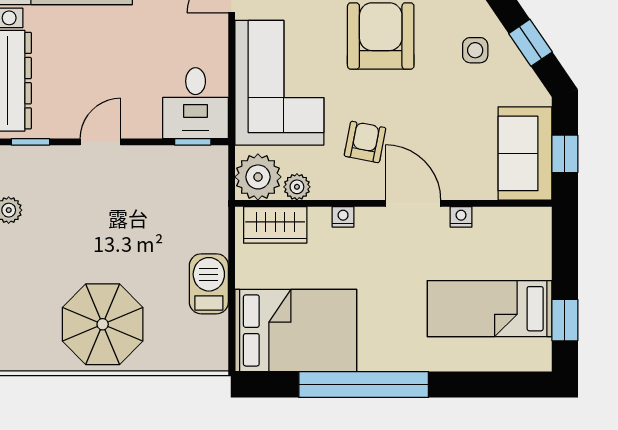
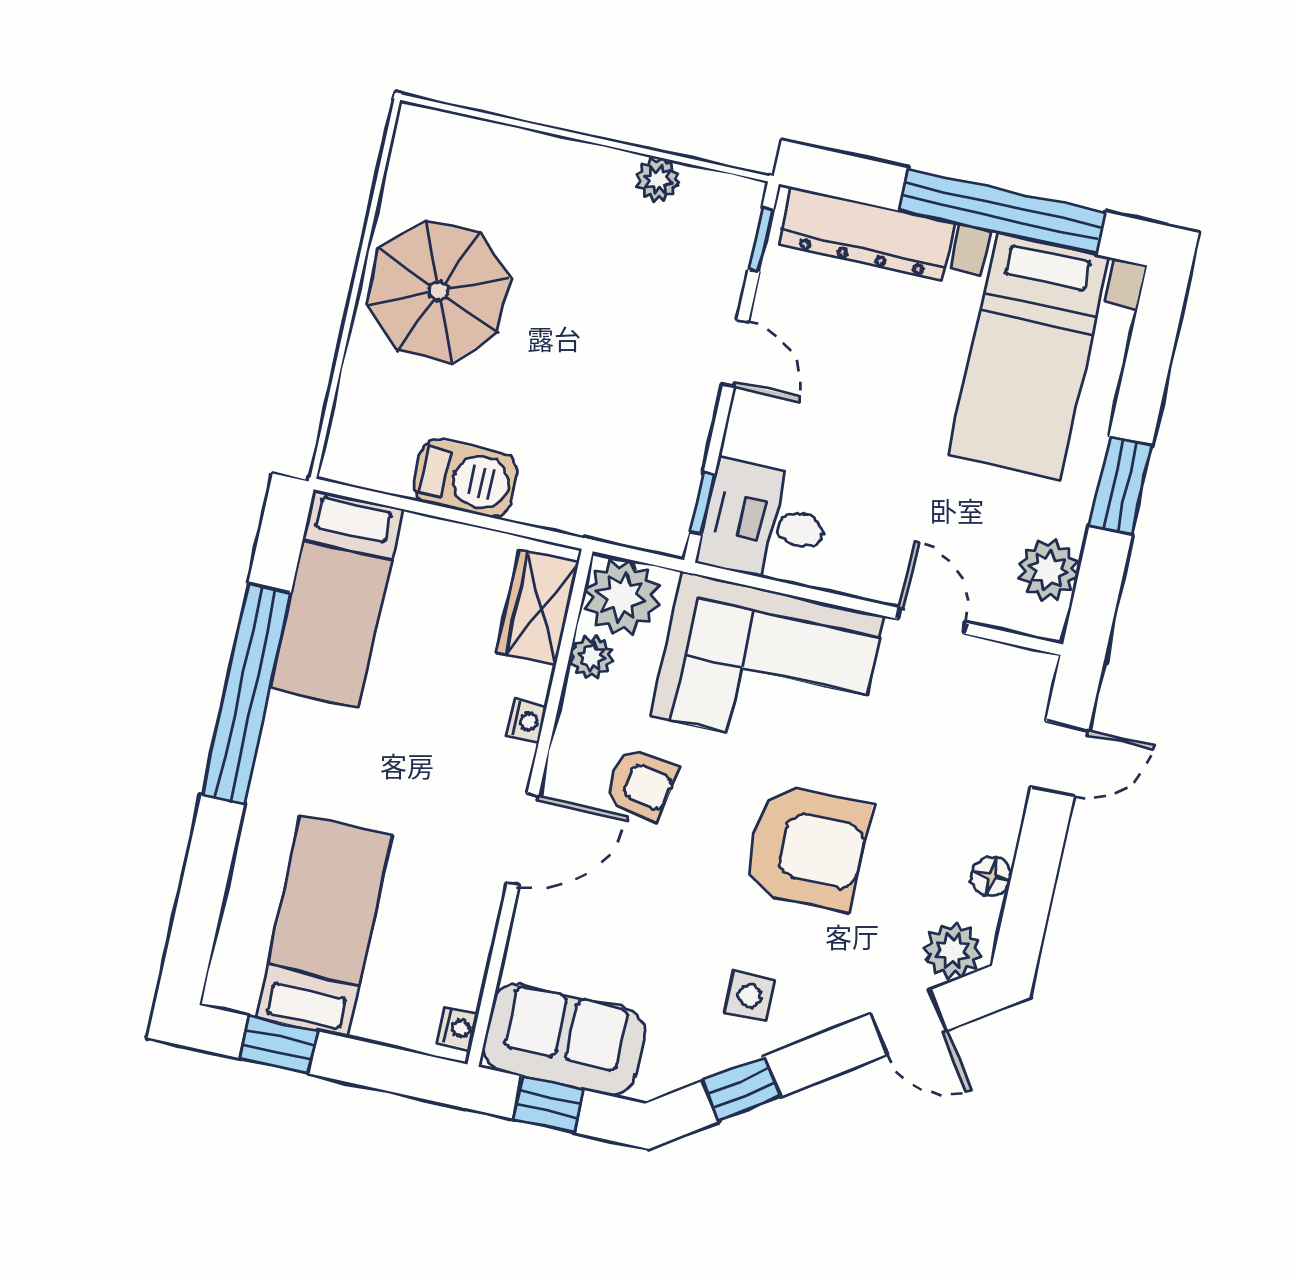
nightstand: (461, 217) -> (458, 1028), moved
bed: (296, 330) -> (336, 598), width x0.67

